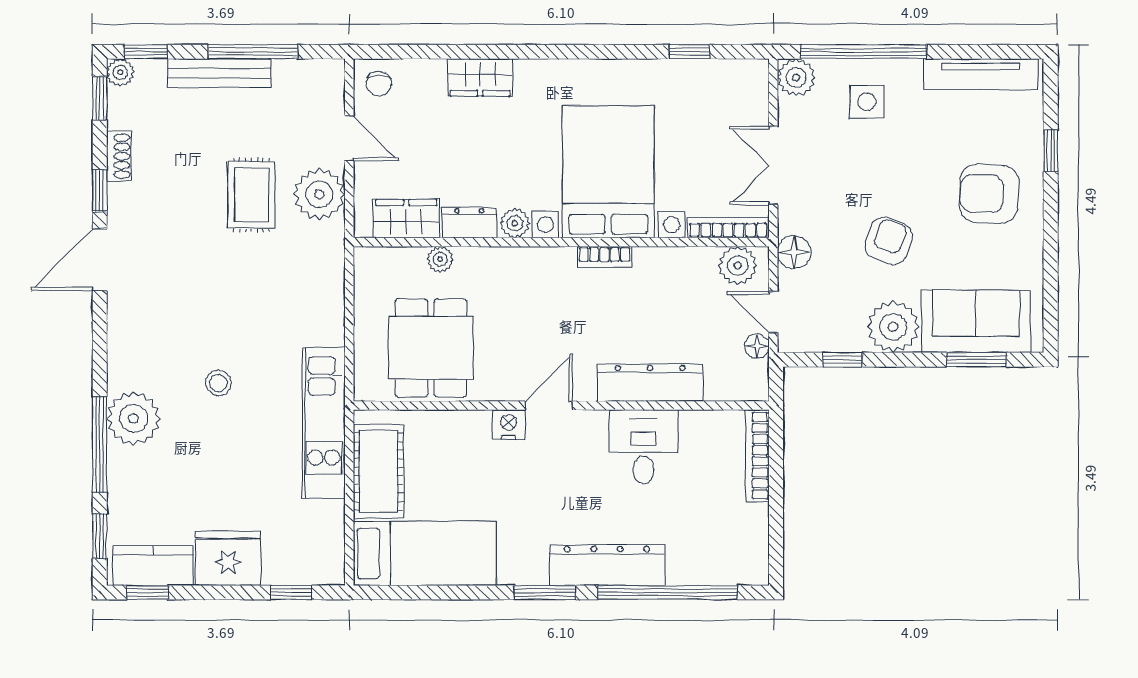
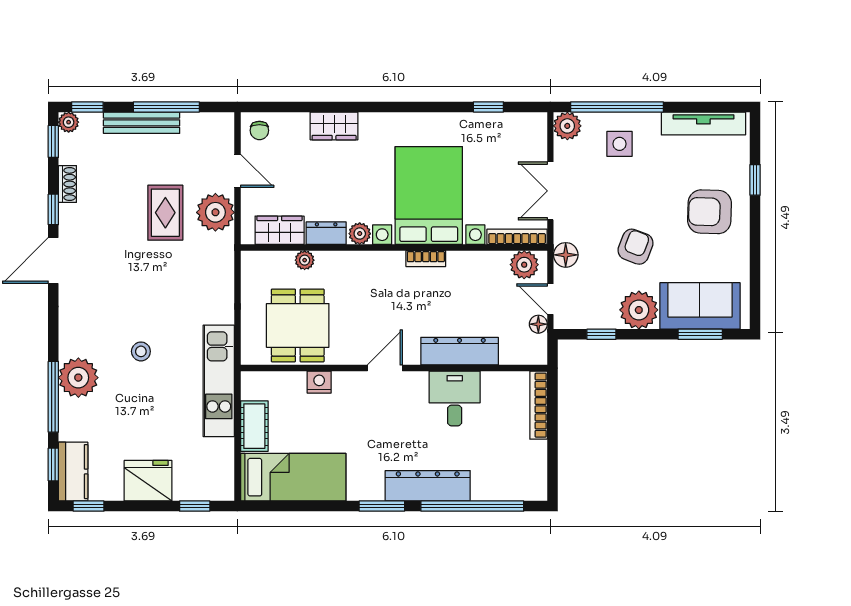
nightstand: (509, 425) -> (319, 382), moved
cot: (378, 472) -> (254, 426), width x0.73, depth x0.75
kitchen counter: (153, 566) -> (73, 472), moved, turned 90

